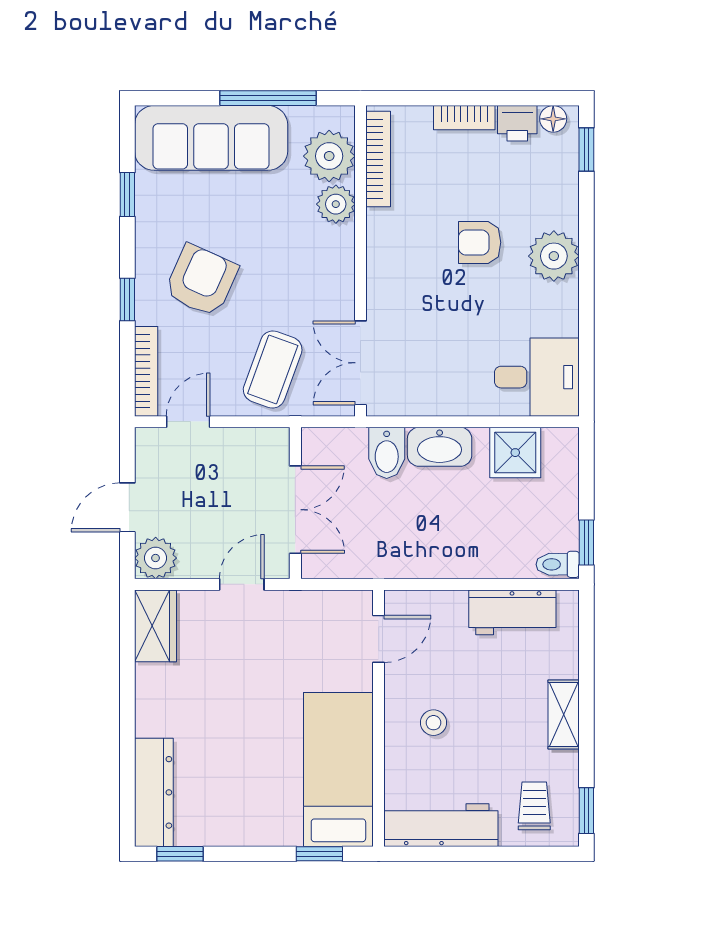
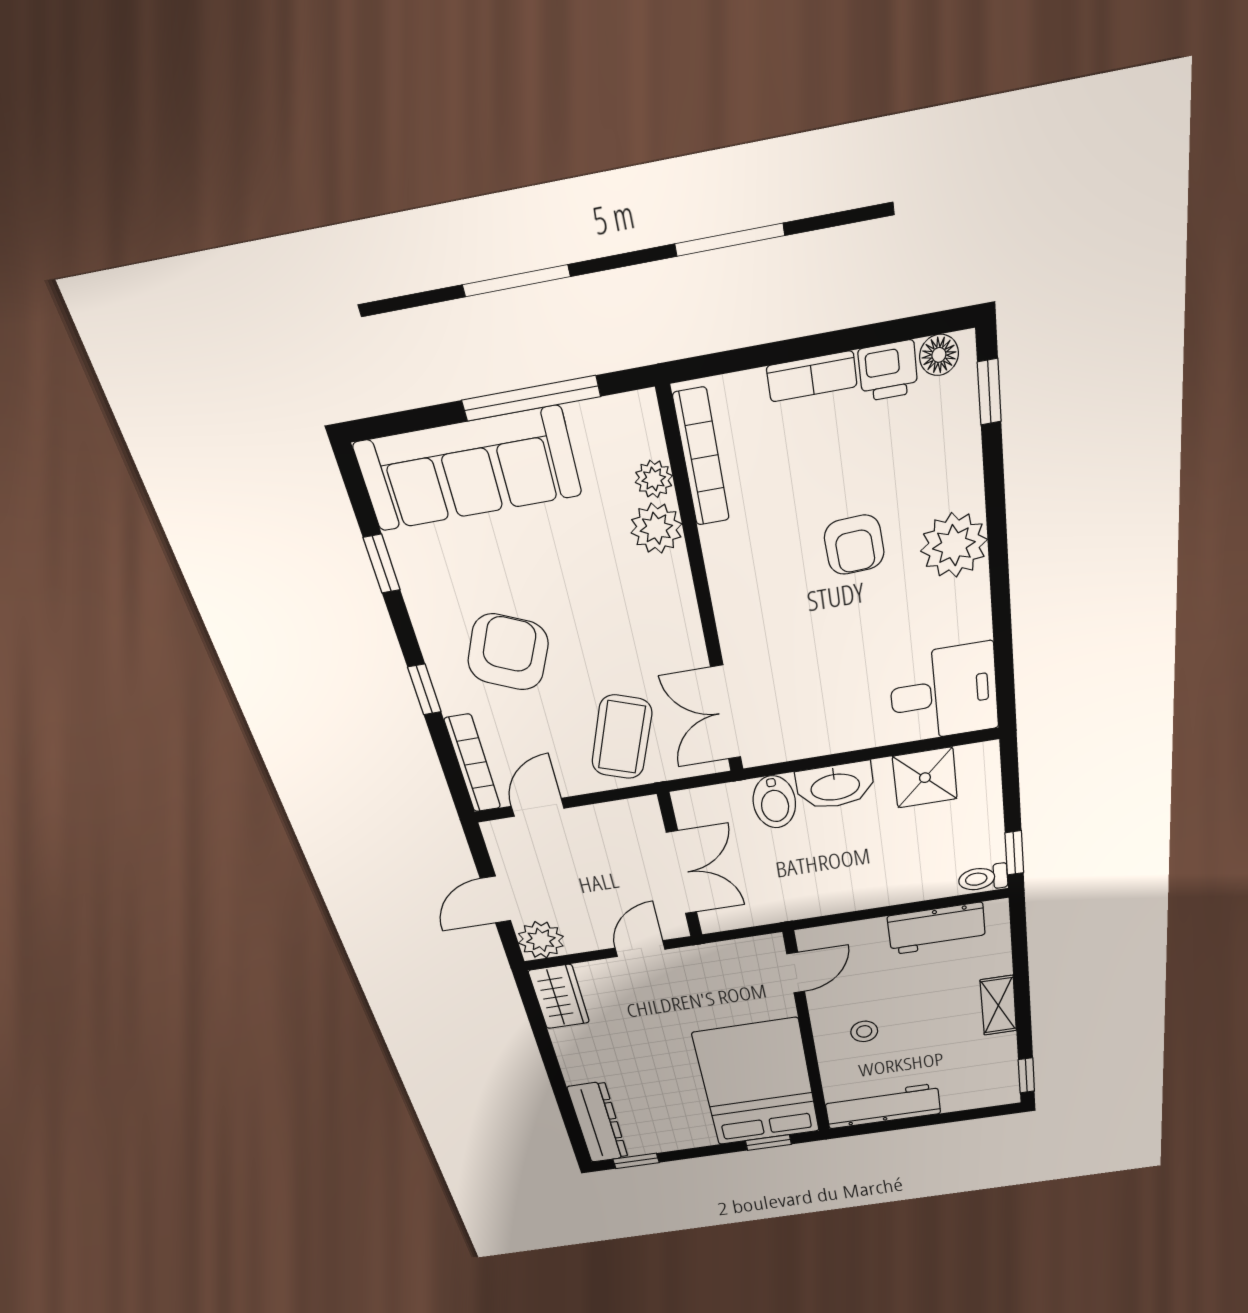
plant: (329, 156) -> (654, 479), width x0.53, depth x0.53
armchair: (480, 242) -> (854, 545), turned -93
bed: (338, 769) -> (757, 1083), width x1.50
trolley: (534, 806) -> (974, 1079), removed

